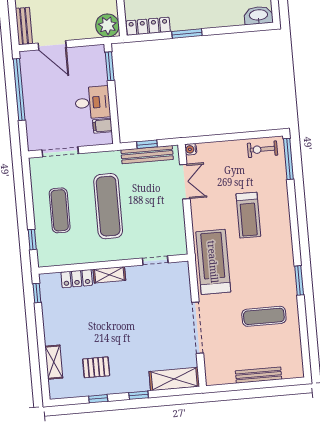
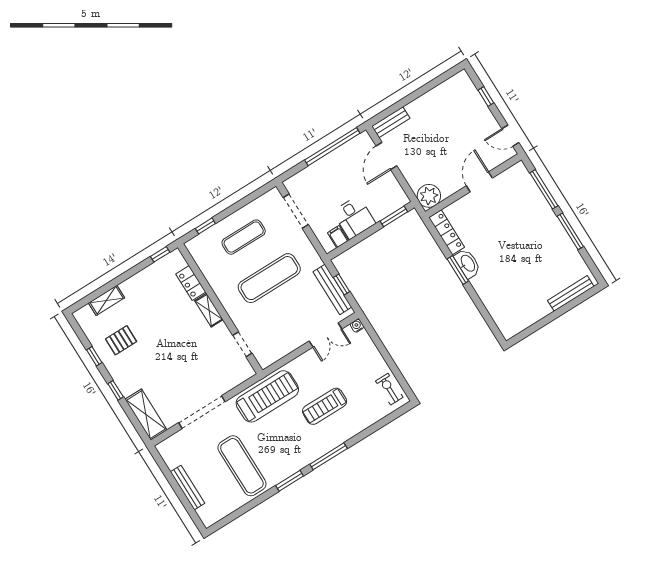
washbasin: (258, 15) -> (468, 263), moved
window: (288, 159) -> (329, 456), moved
exercise mat: (264, 316) -> (242, 466), width x1.36, depth x1.45
pallet: (96, 367) -> (121, 340), turned 90

